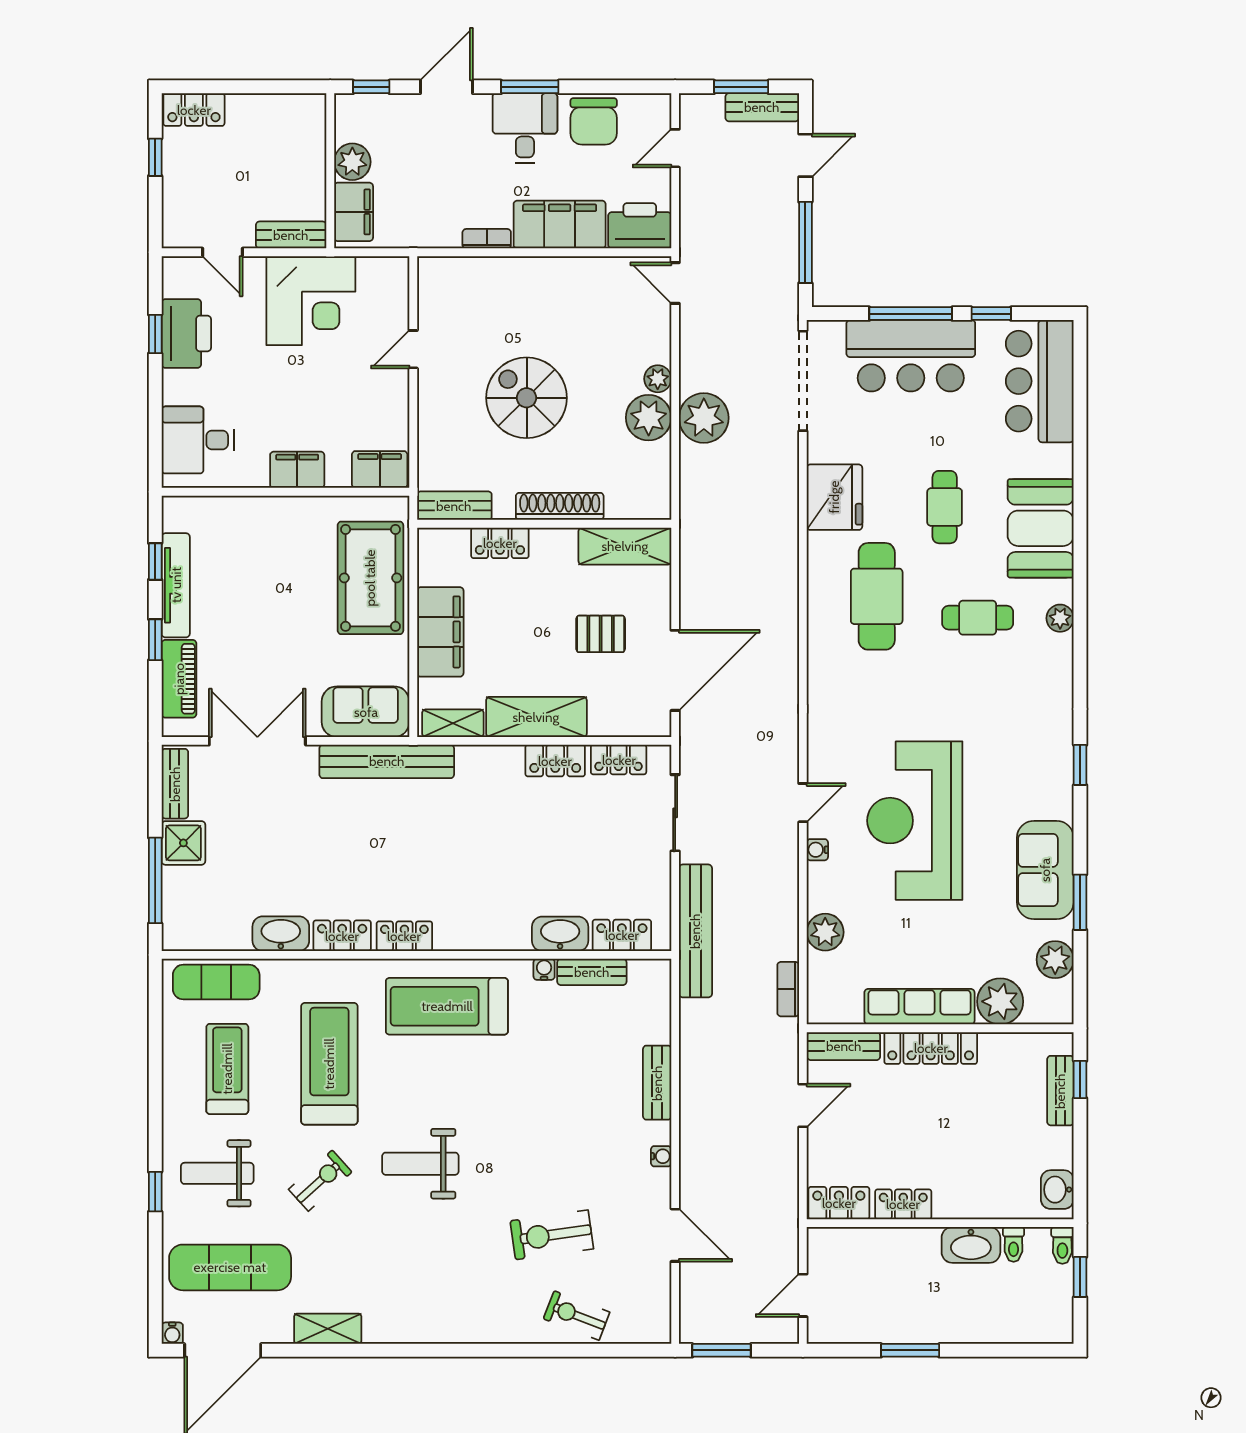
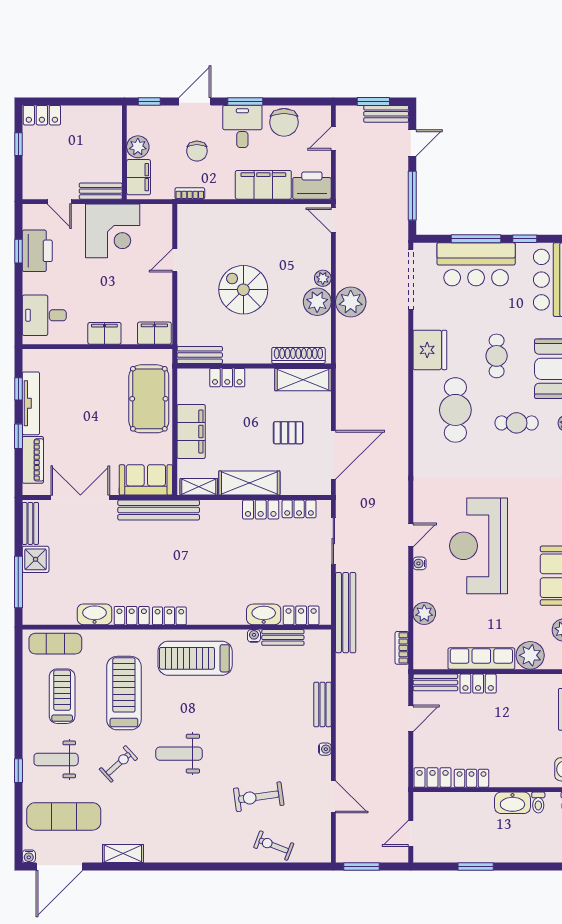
chair: (450, 169) -> (197, 151), added
bookcase: (487, 239) -> (190, 193), moved
shoe rack: (560, 506) -> (298, 355), moved
locker: (931, 1048) -> (478, 684), width x0.66

